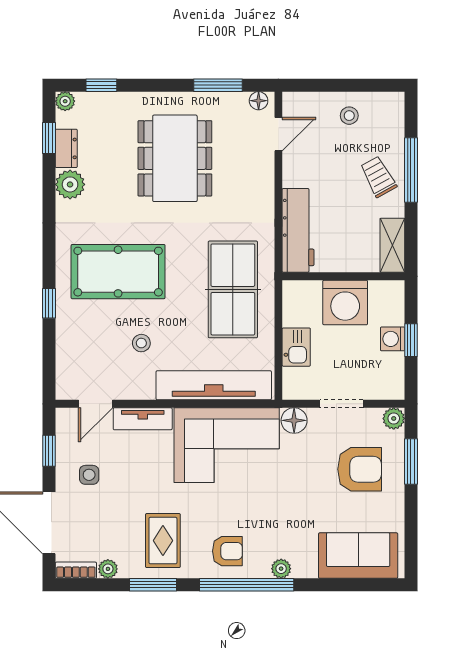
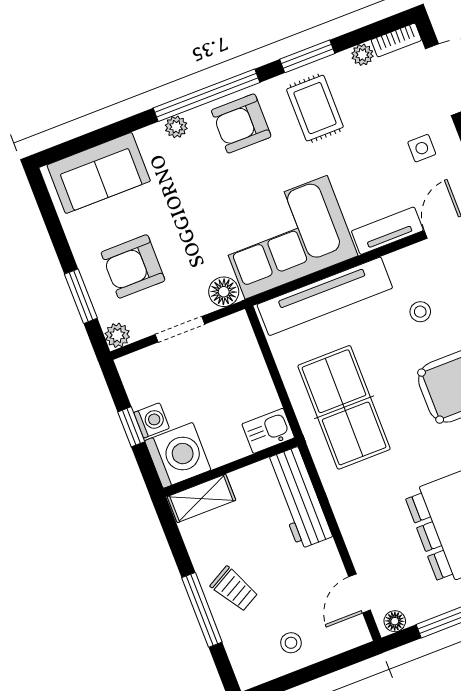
shelving: (392, 245) -> (201, 498), moved, turned 90
washing machine: (345, 302) -> (178, 455), moved, turned 90
kitchen sink: (296, 347) -> (268, 431), moved, turned 90
armchair: (227, 551) -> (241, 123), width x1.38, depth x1.38

